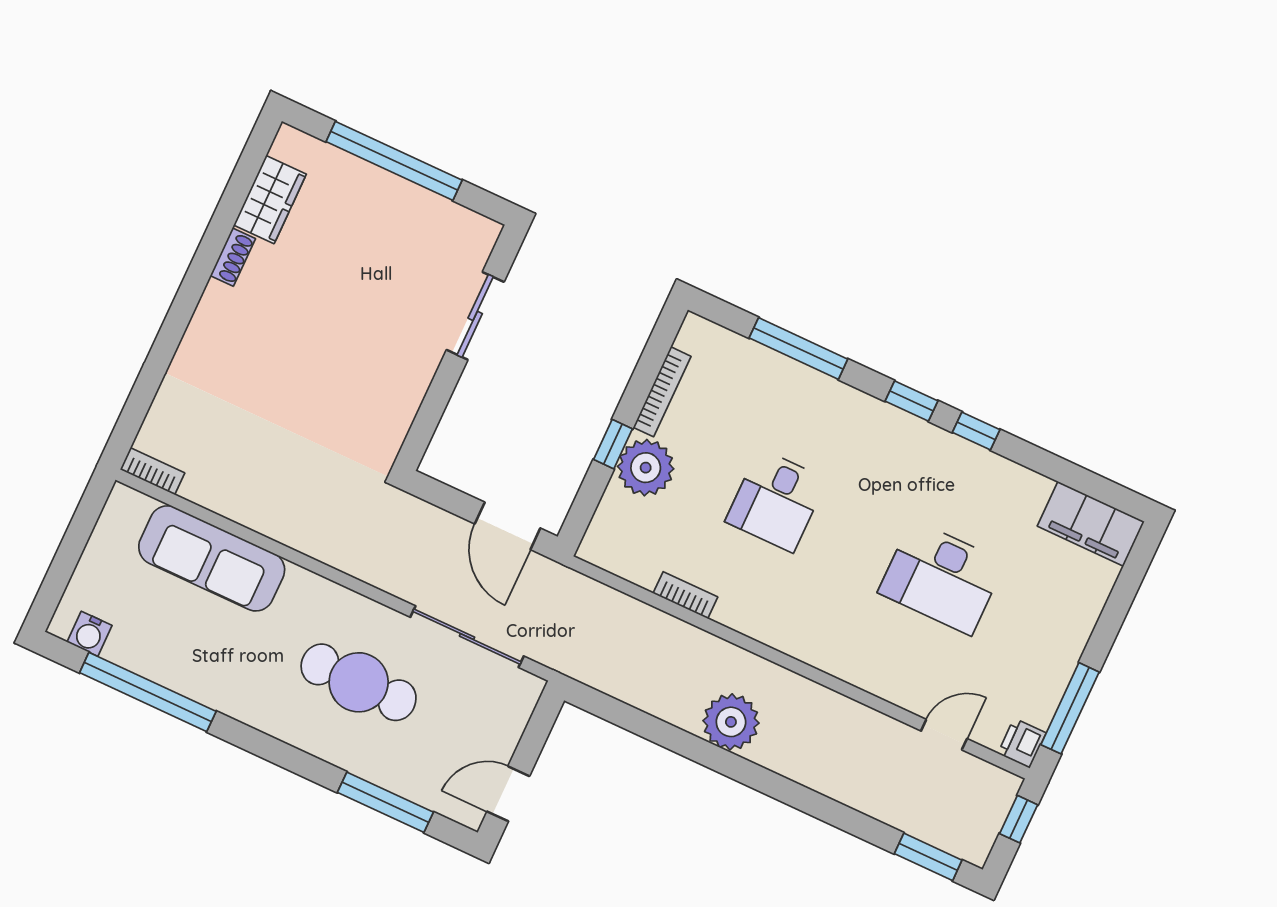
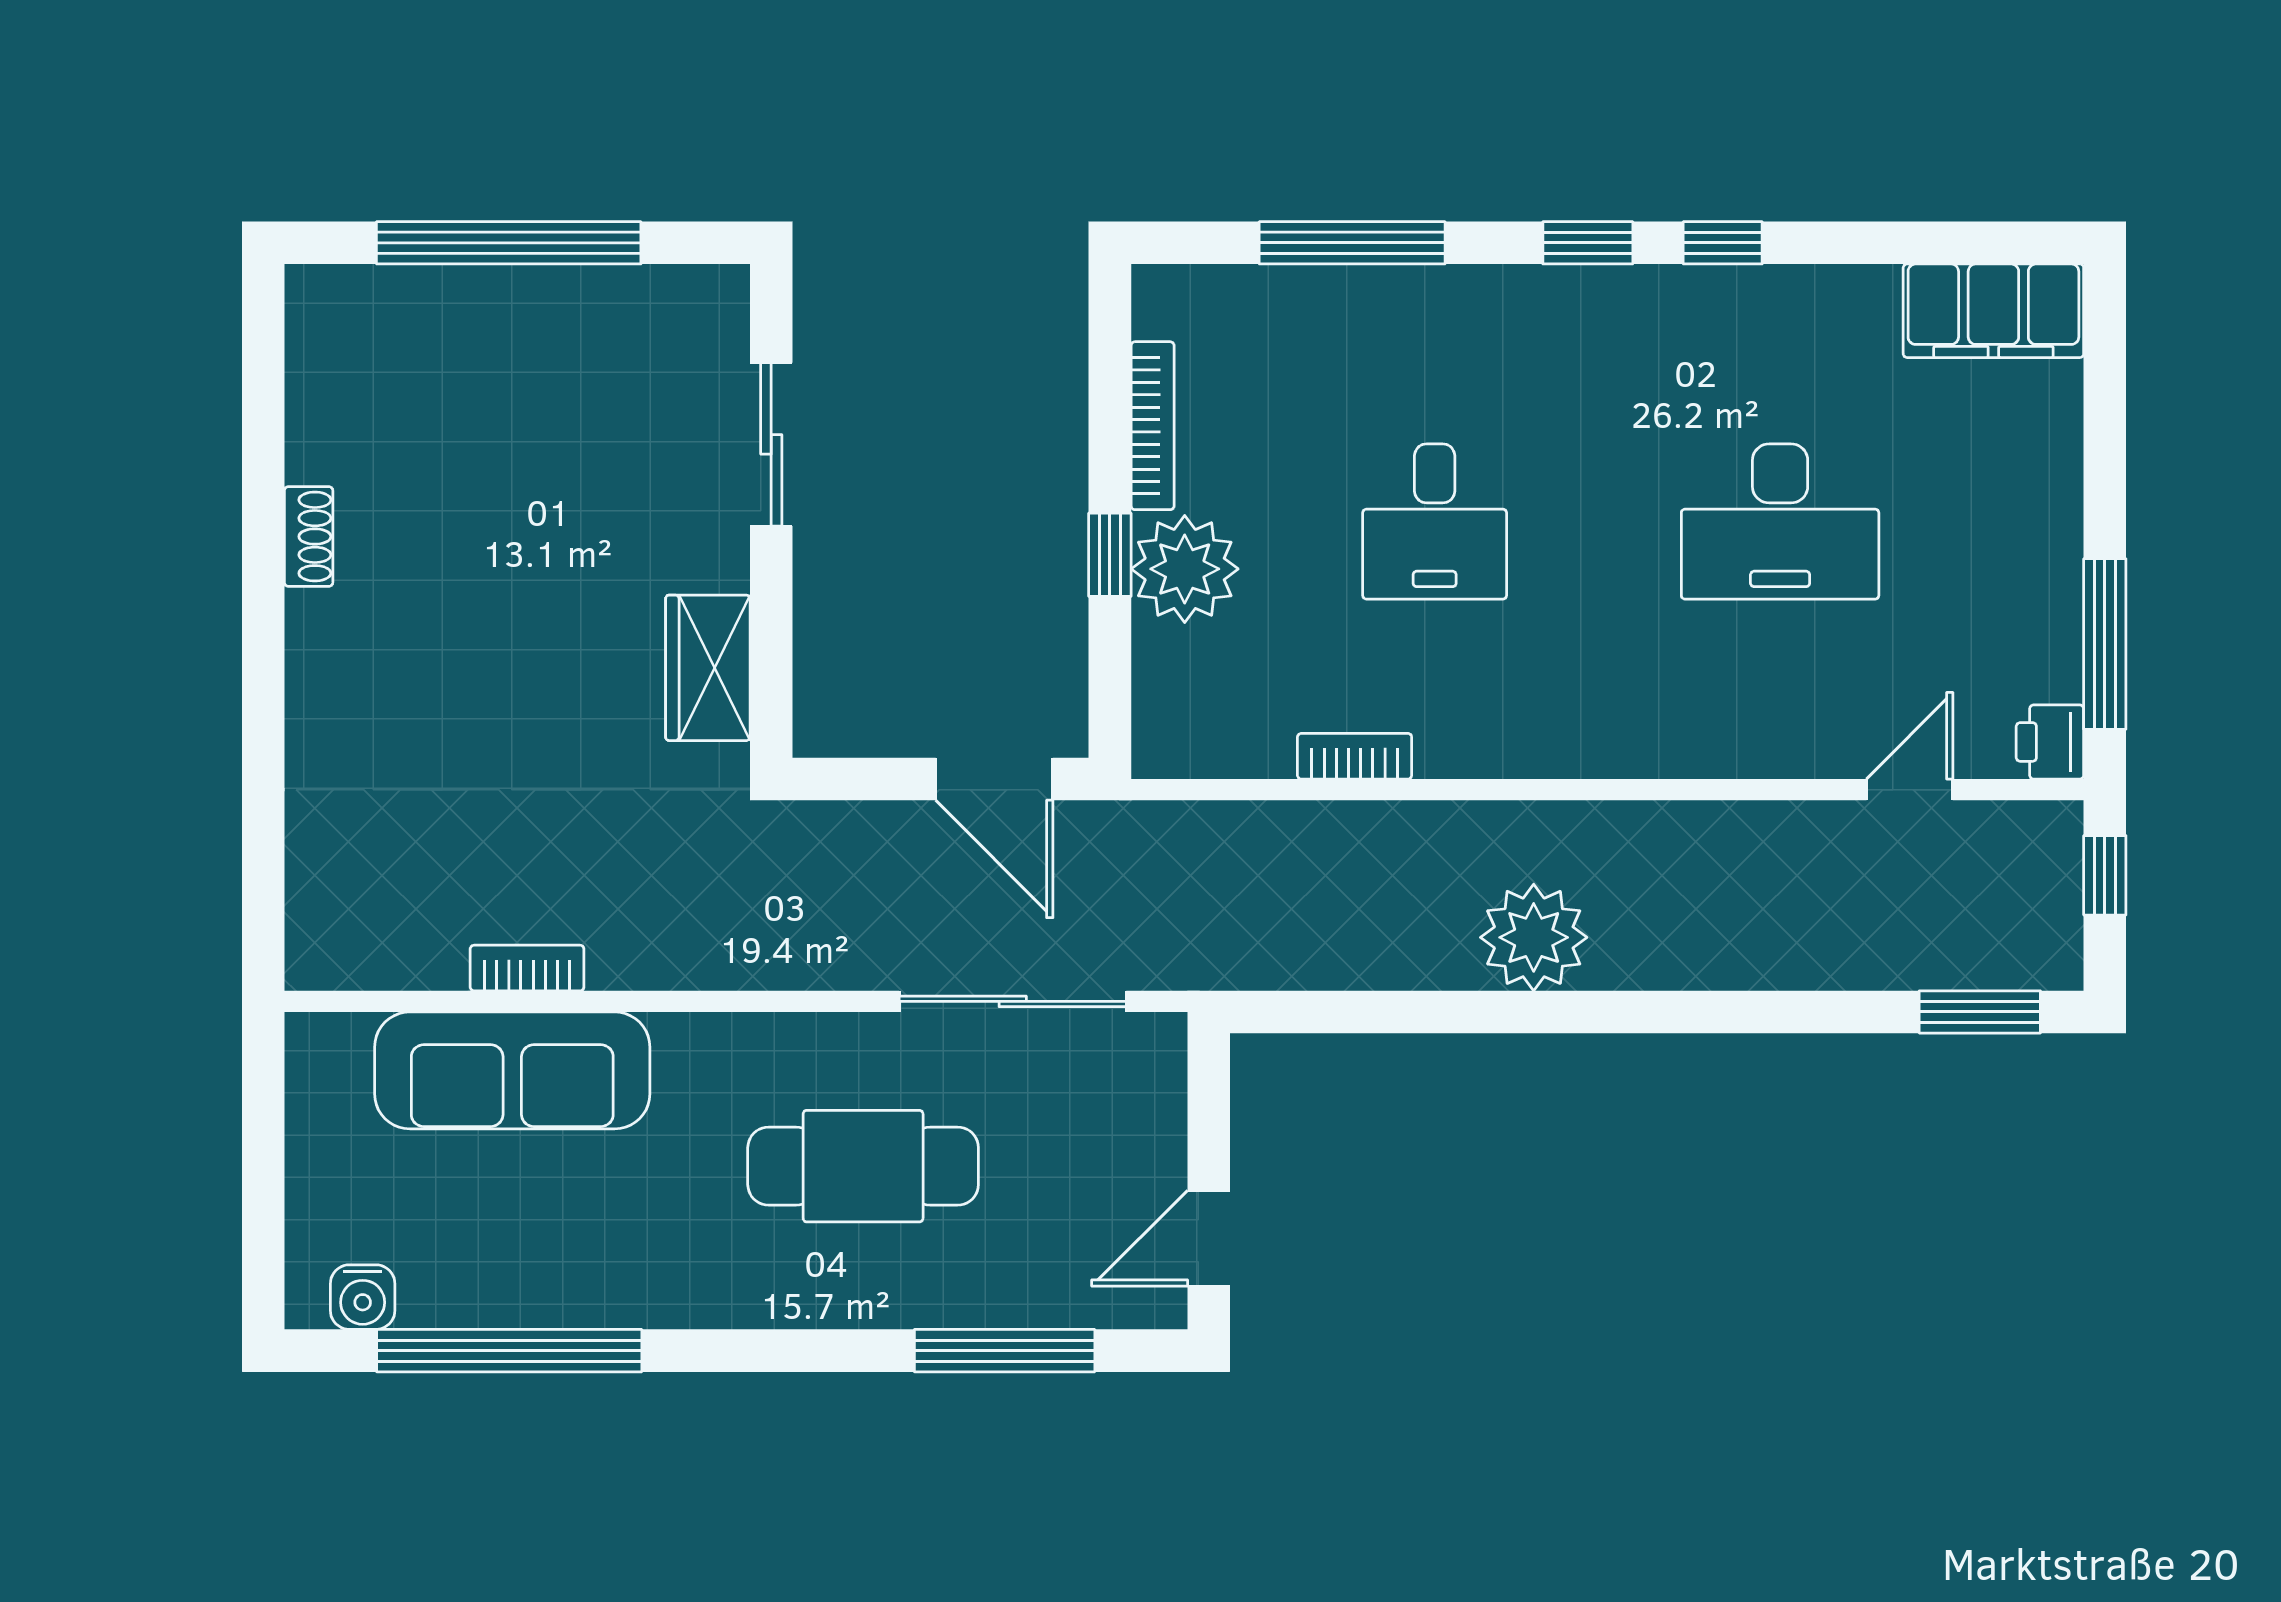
wardrobe: (270, 200) -> (708, 668), moved, turned 180
bookcase: (152, 471) -> (527, 968), moved

